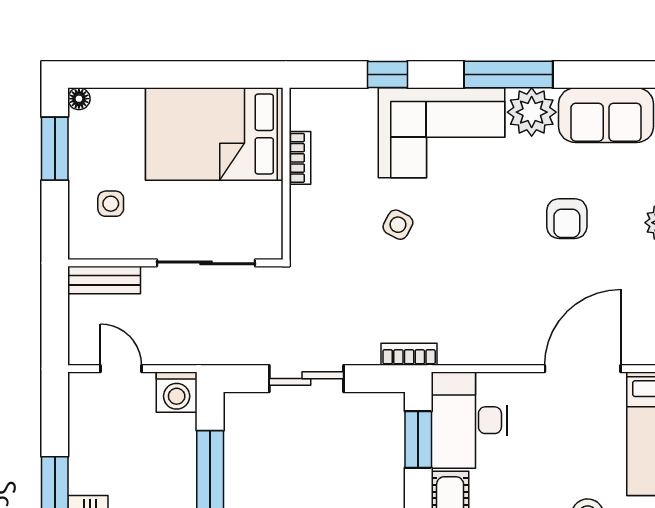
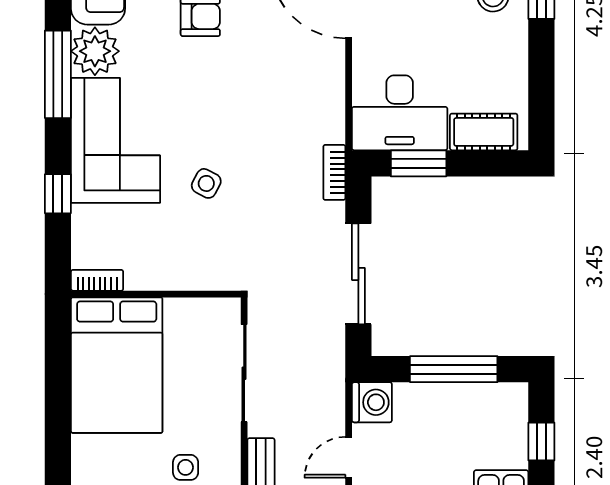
bookcase: (300, 158) -> (97, 280), moved
sliding door: (306, 379) -> (358, 274), width x1.37

